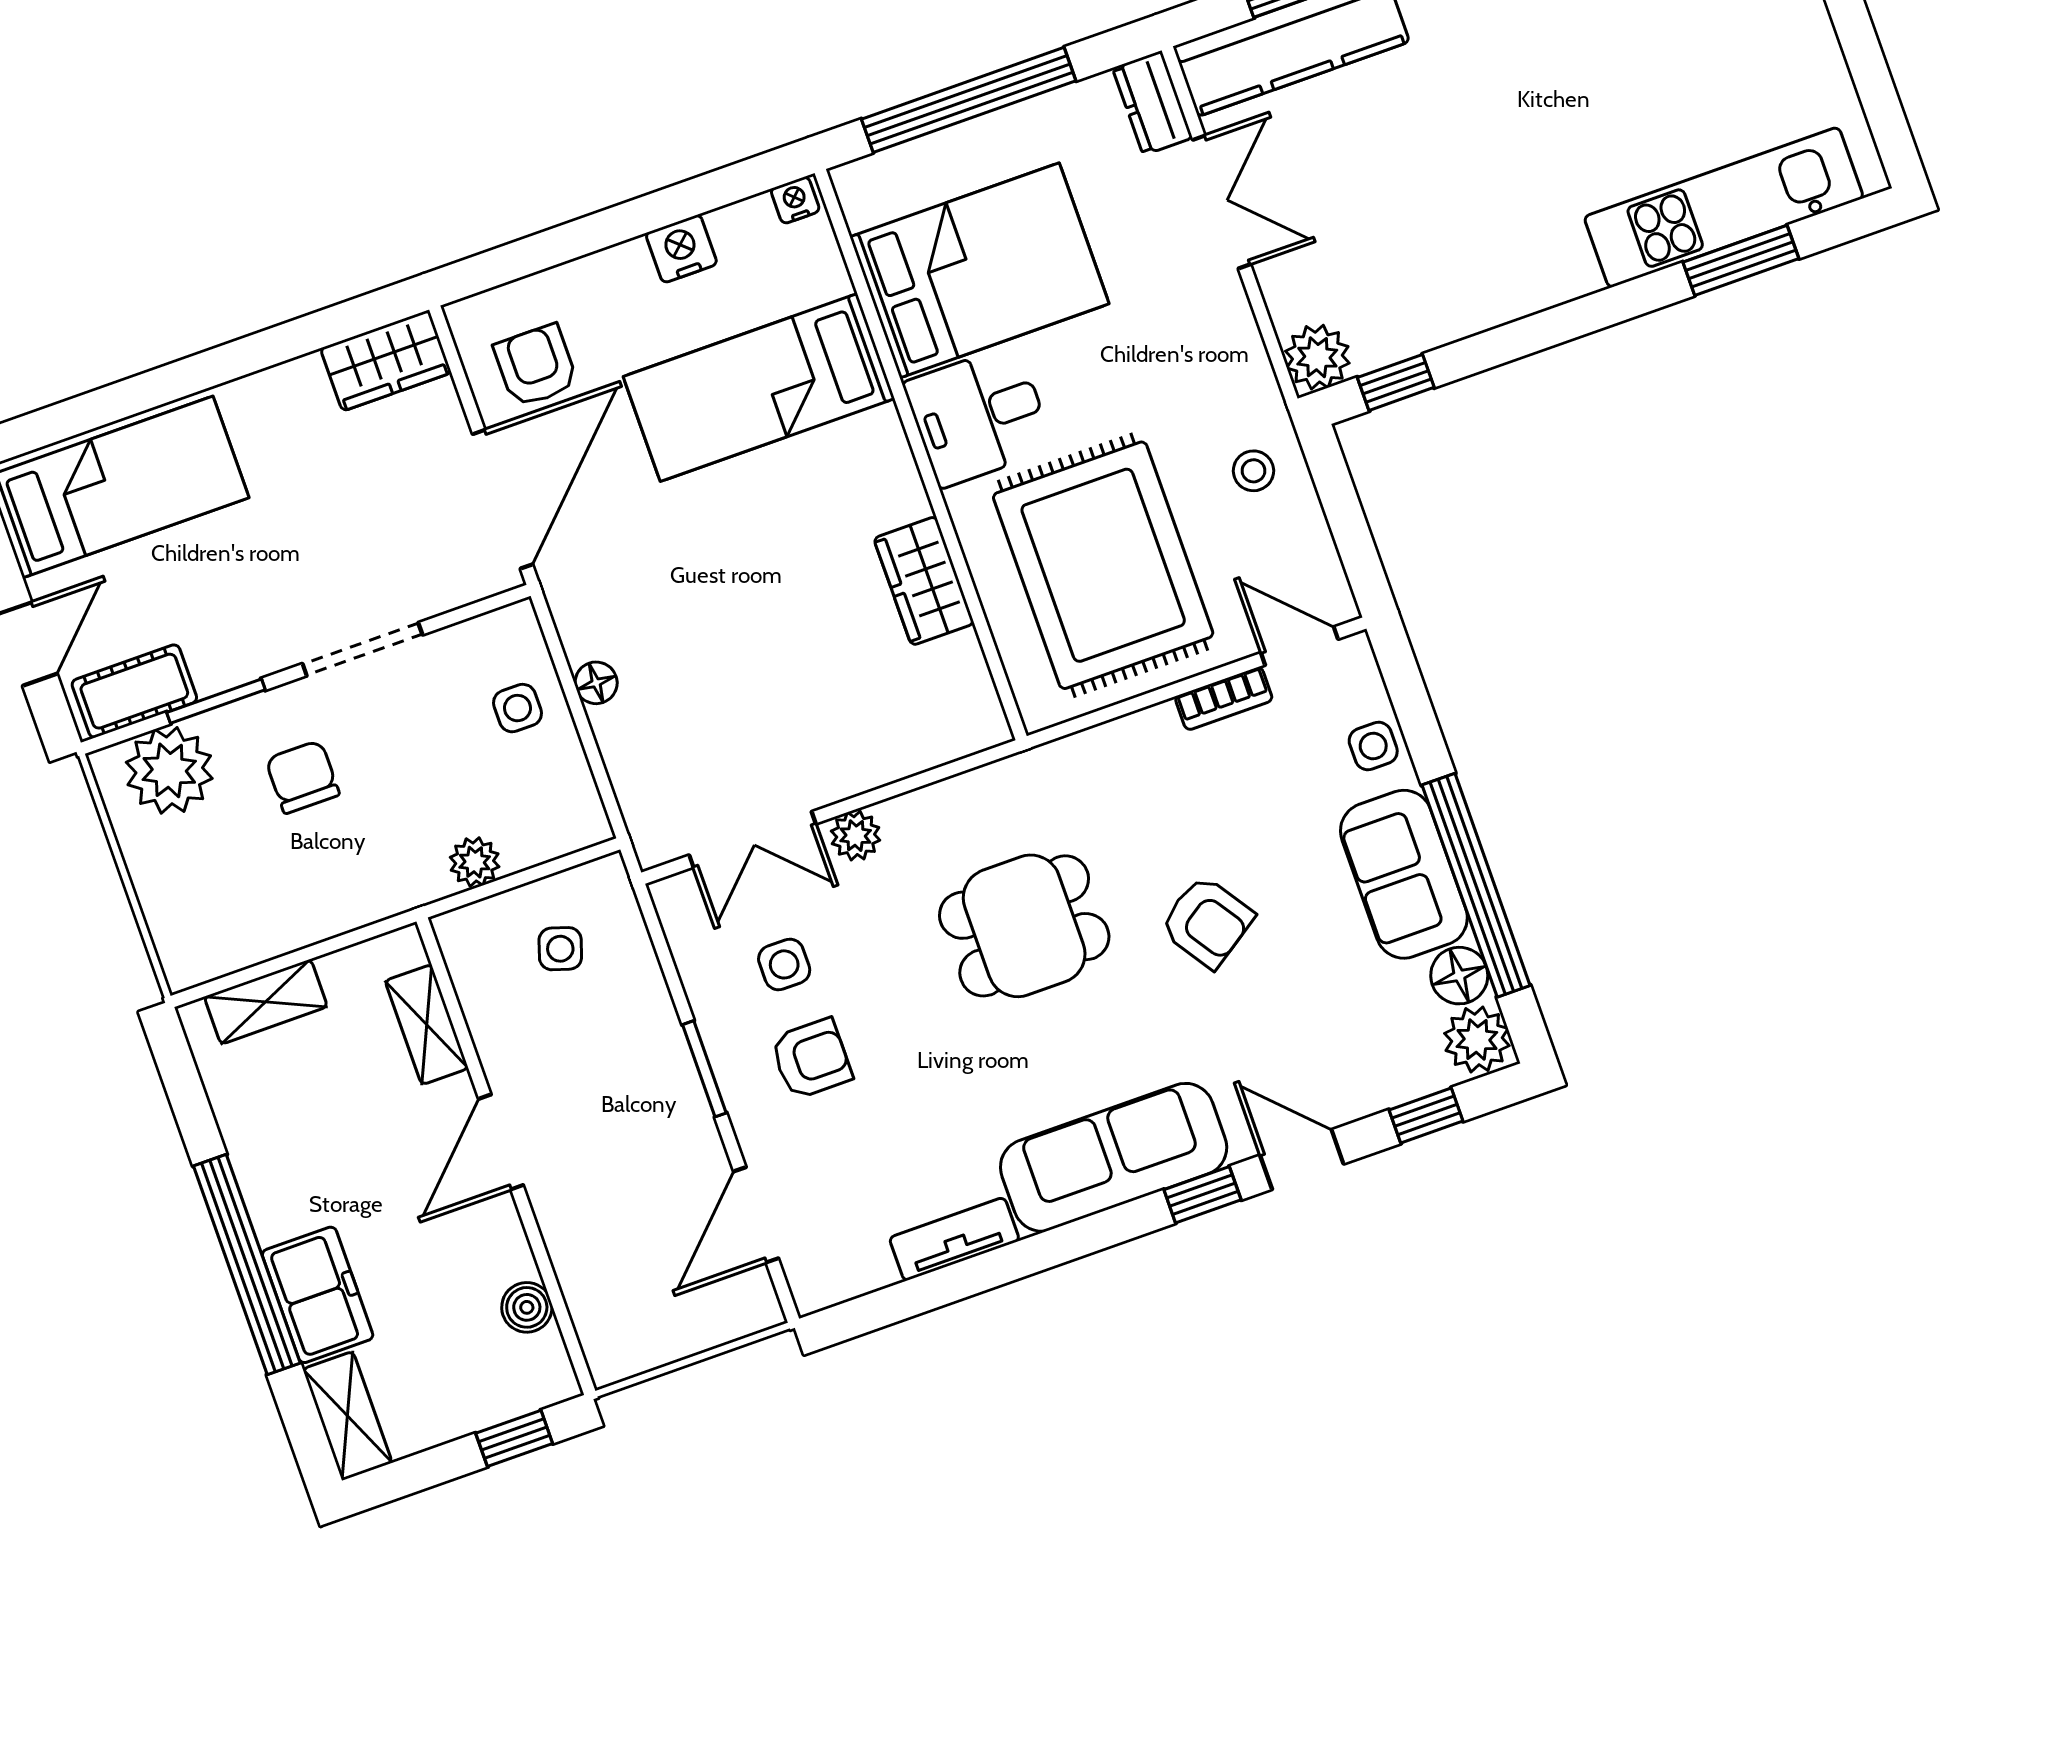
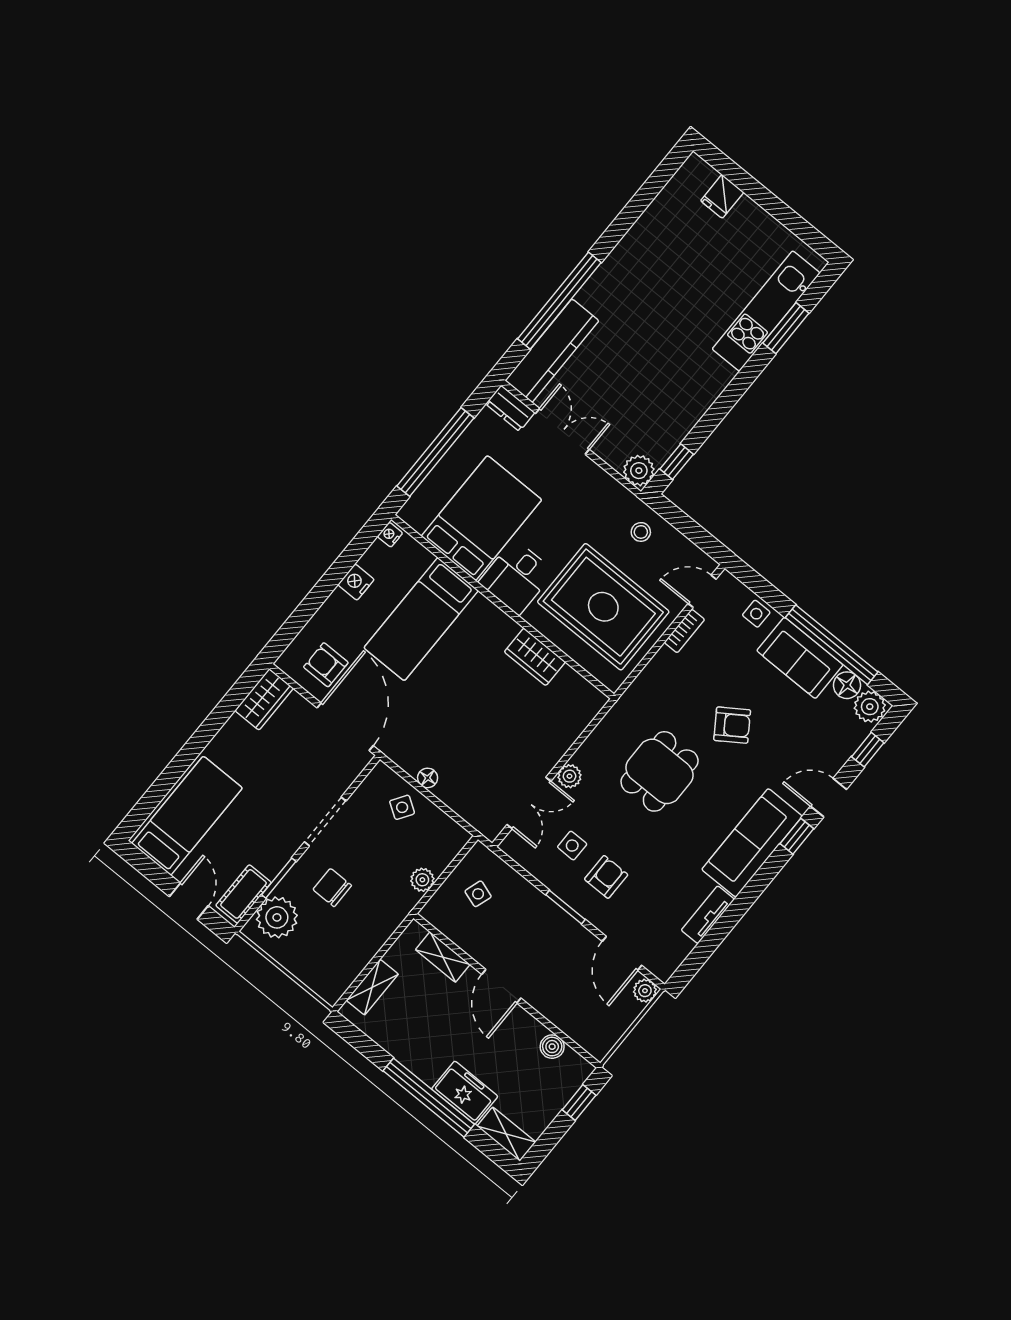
side table: (517, 708) -> (402, 807), turned 33
plant: (757, 1308) -> (645, 991), added

